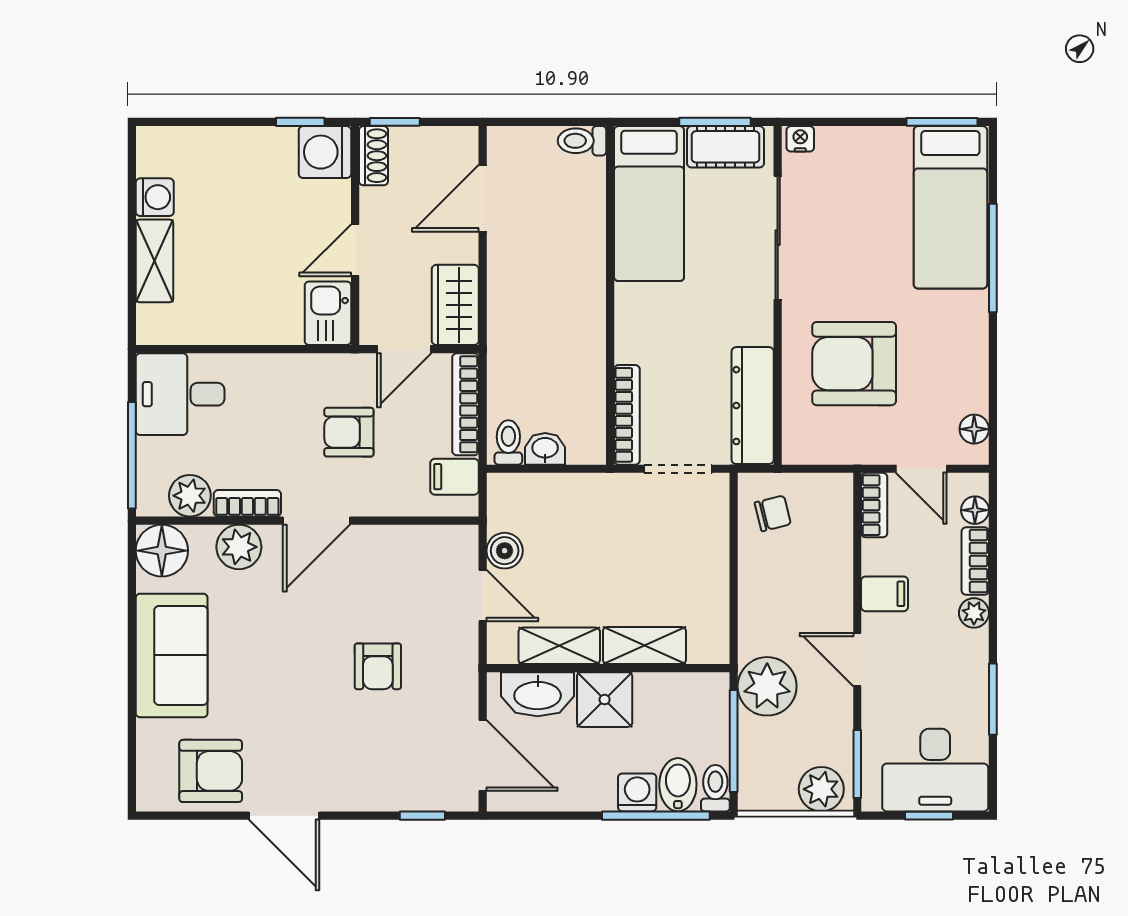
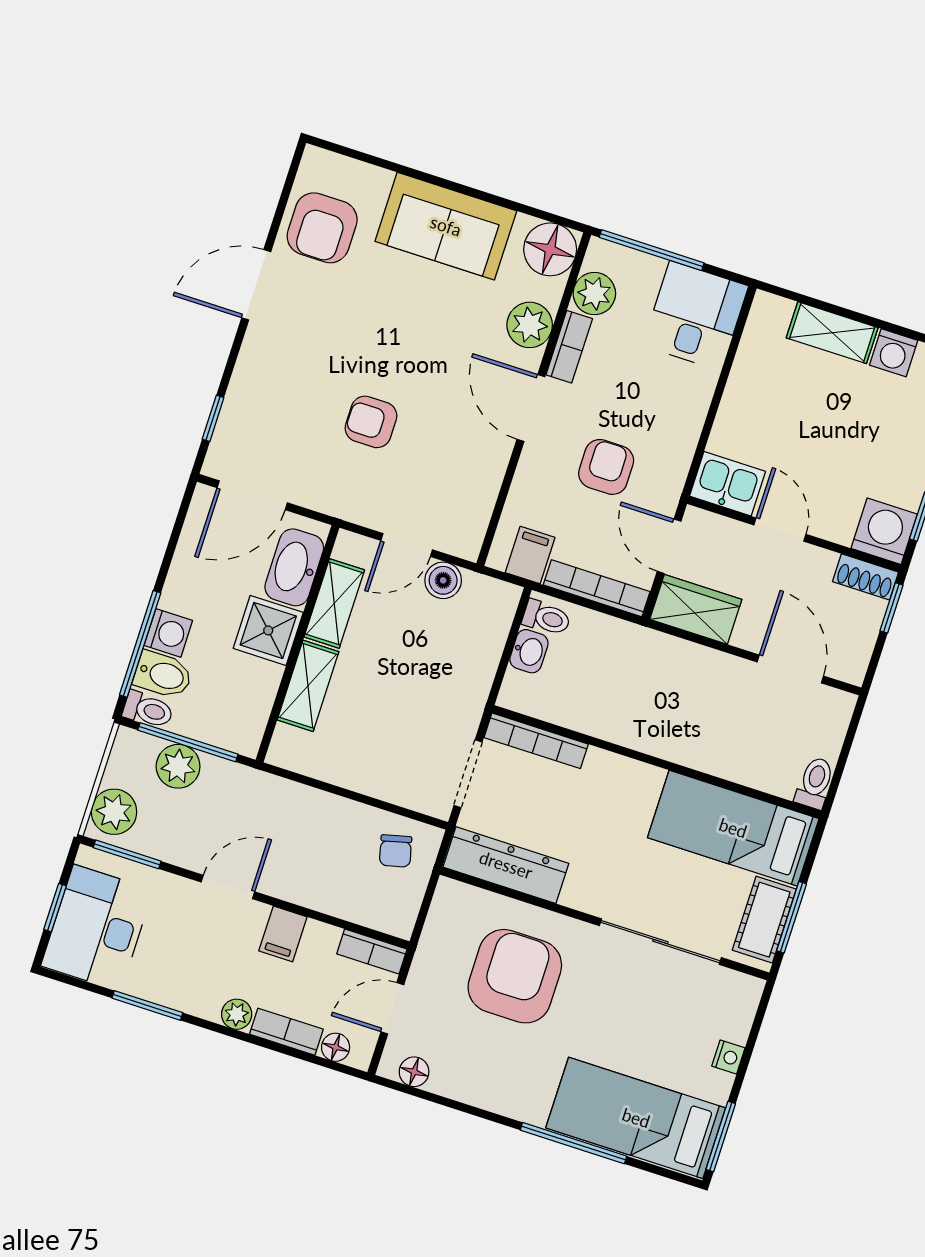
nightstand: (800, 139) -> (728, 1057), moved
plant: (767, 686) -> (178, 766), moved, width x0.73, depth x0.73

